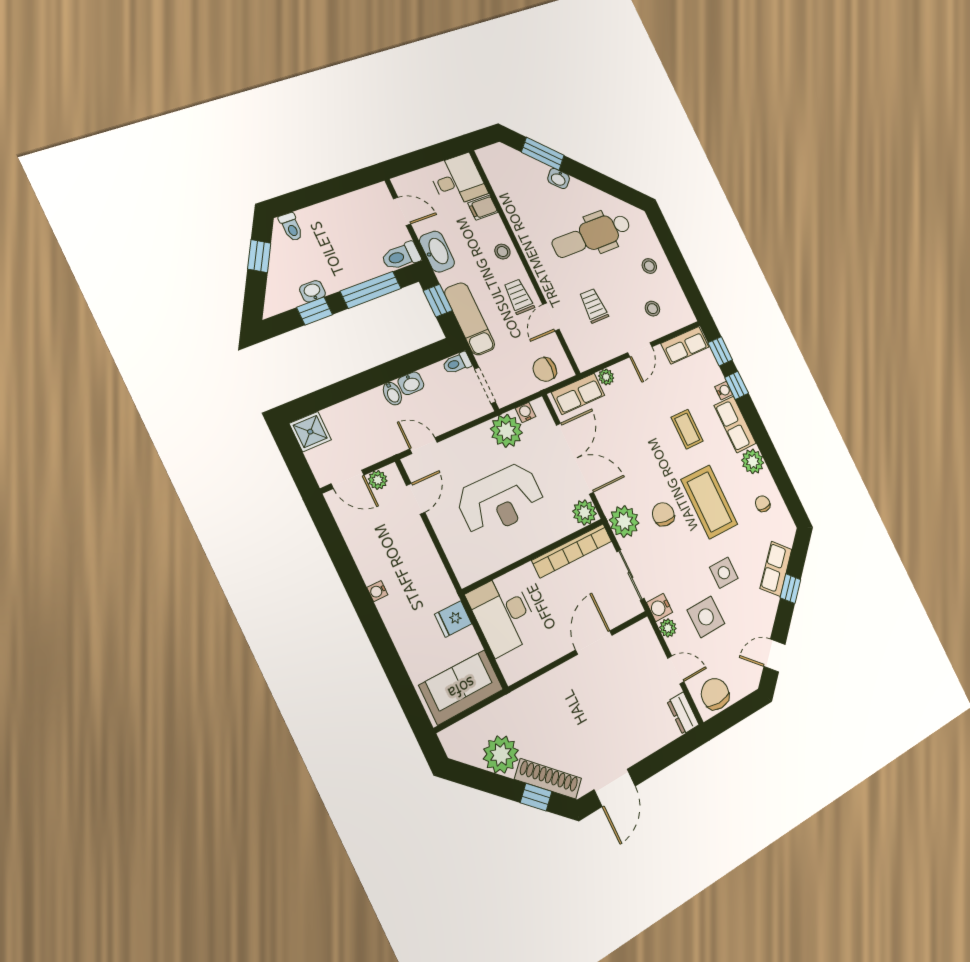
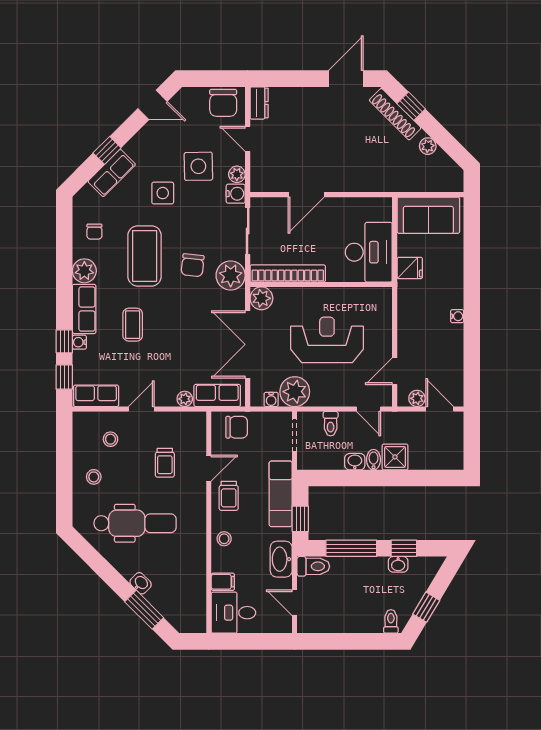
toilet: (457, 363) -> (331, 424), moved, turned 90
shower: (310, 432) -> (395, 457), moved
plant: (501, 754) -> (428, 146), width x0.53, depth x0.53

